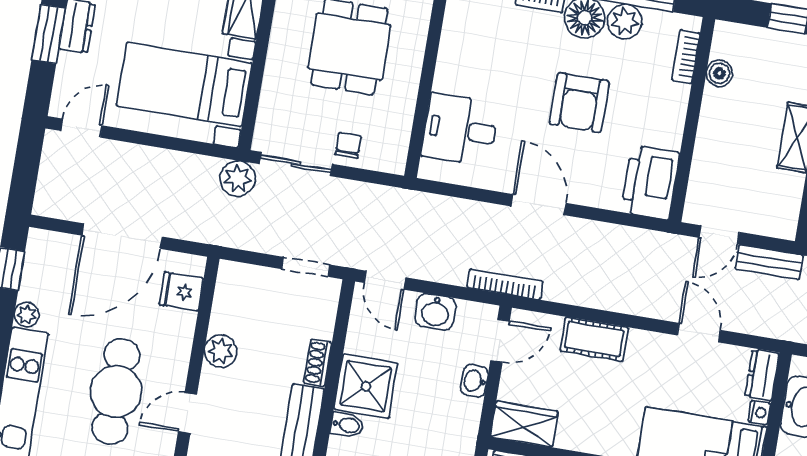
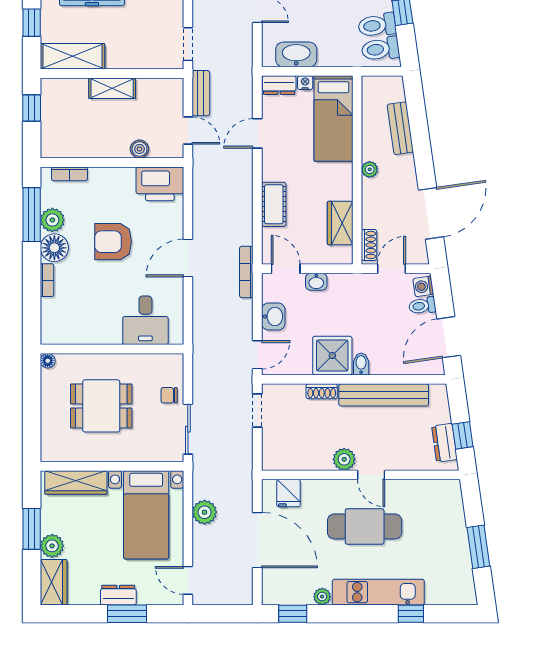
boiler: (719, 73) -> (140, 149), moved
armchair: (579, 103) -> (113, 242), turned 180
plant: (238, 179) -> (205, 512), moved
plant: (221, 351) -> (344, 459), moved
wardrobe: (524, 424) -> (340, 223), moved

